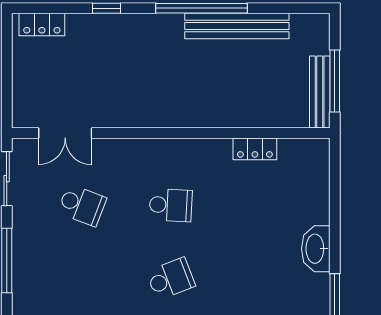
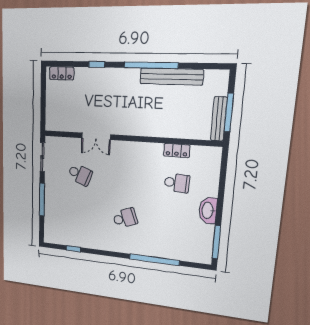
double door: (65, 133) -> (96, 136), moved
school desk: (171, 205) -> (177, 183), moved

